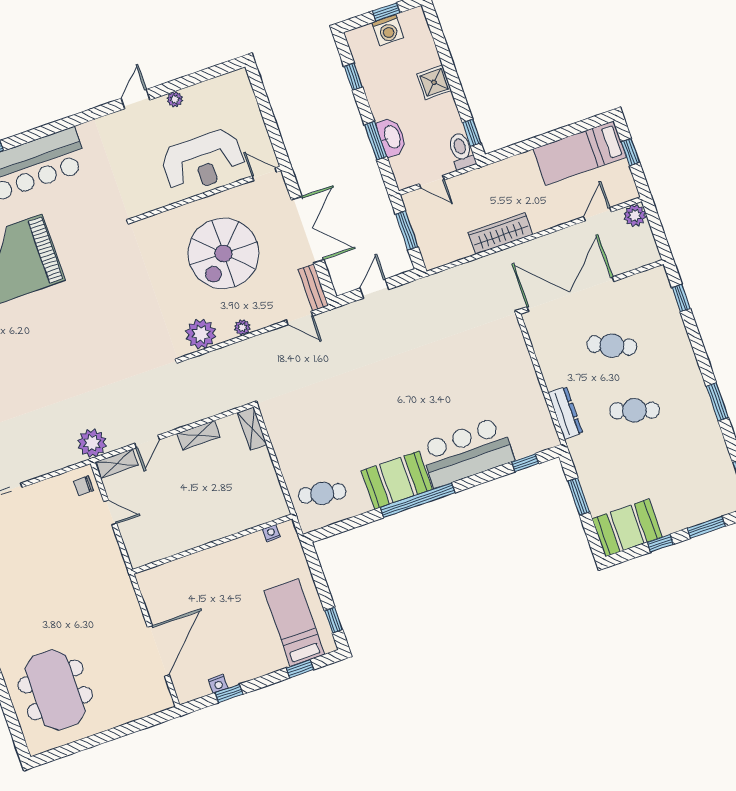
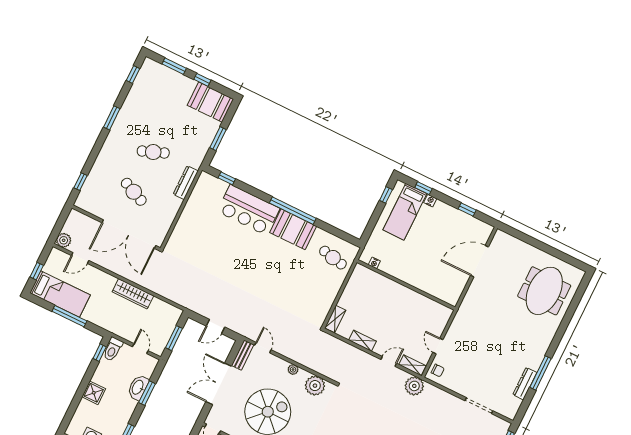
window: (545, 139) -> (69, 316), added
cafe table: (634, 410) -> (153, 152), turned -39
nightstand: (218, 684) -> (430, 201), moved

